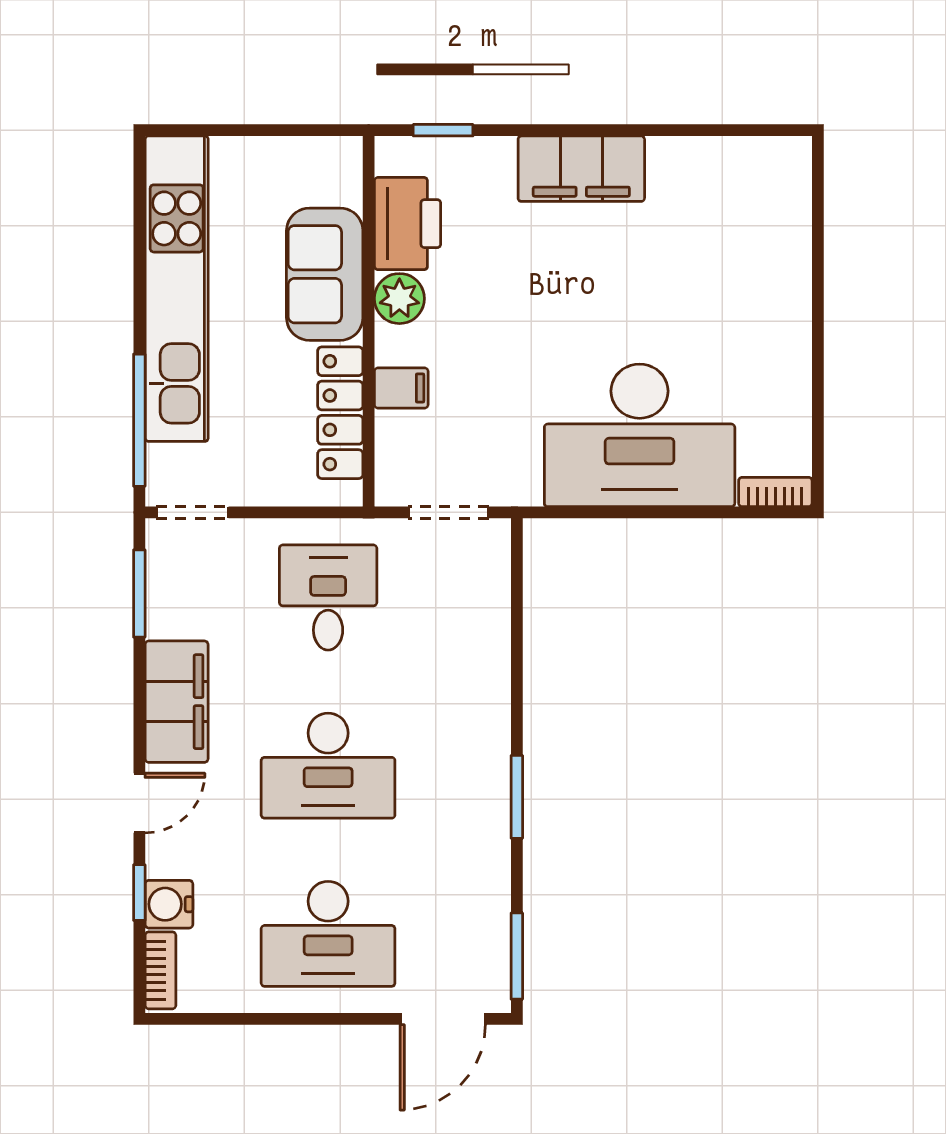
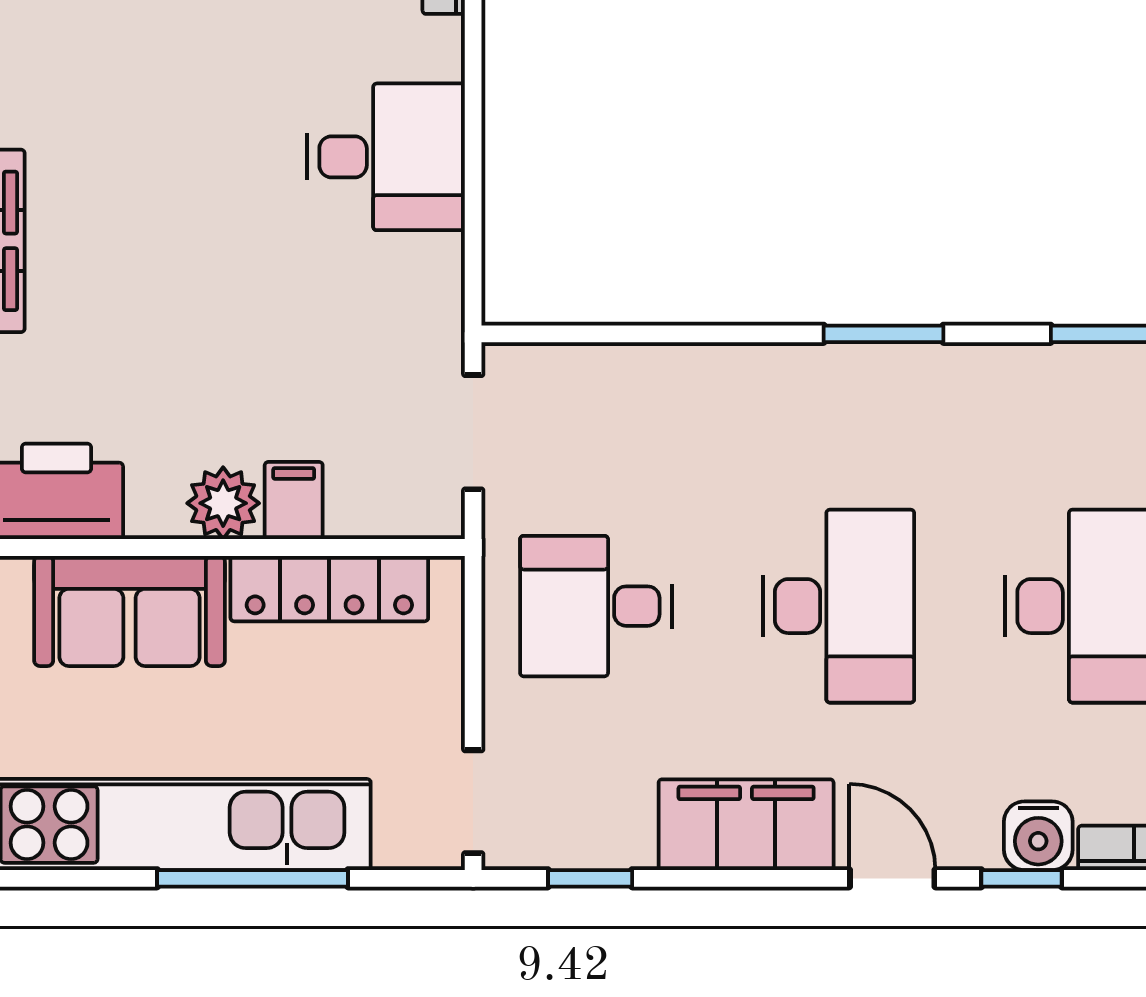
plant: (399, 299) -> (223, 503), moved
window: (139, 420) -> (253, 878), moved
desk: (640, 435) -> (386, 157), width x0.53, depth x0.77
window: (139, 593) -> (590, 878), width x0.67

